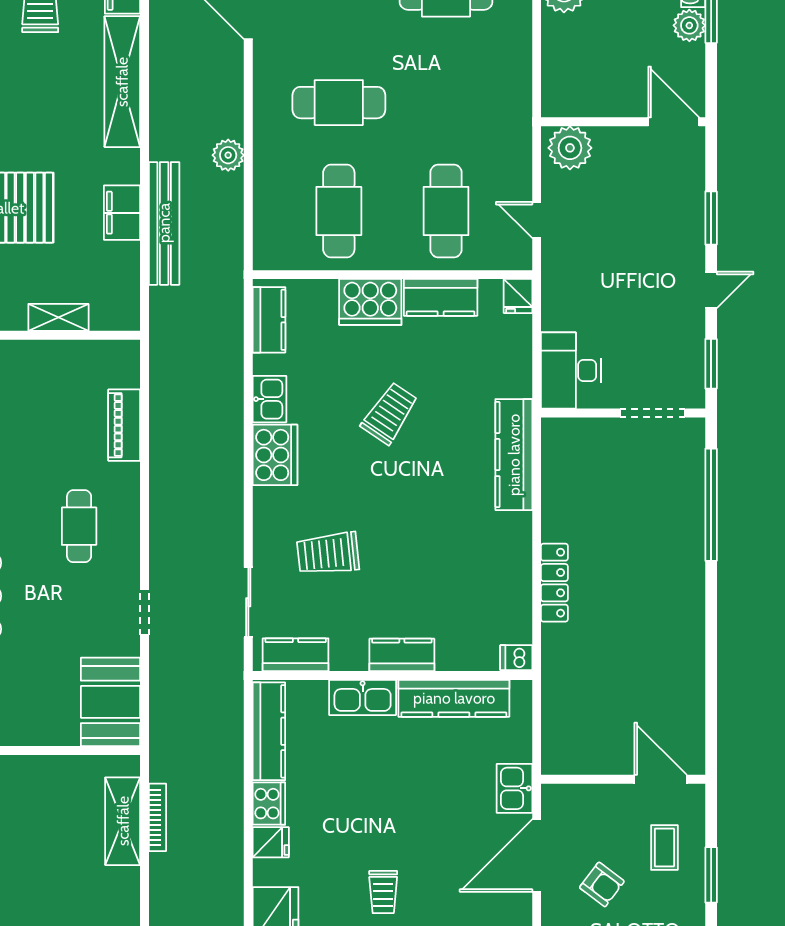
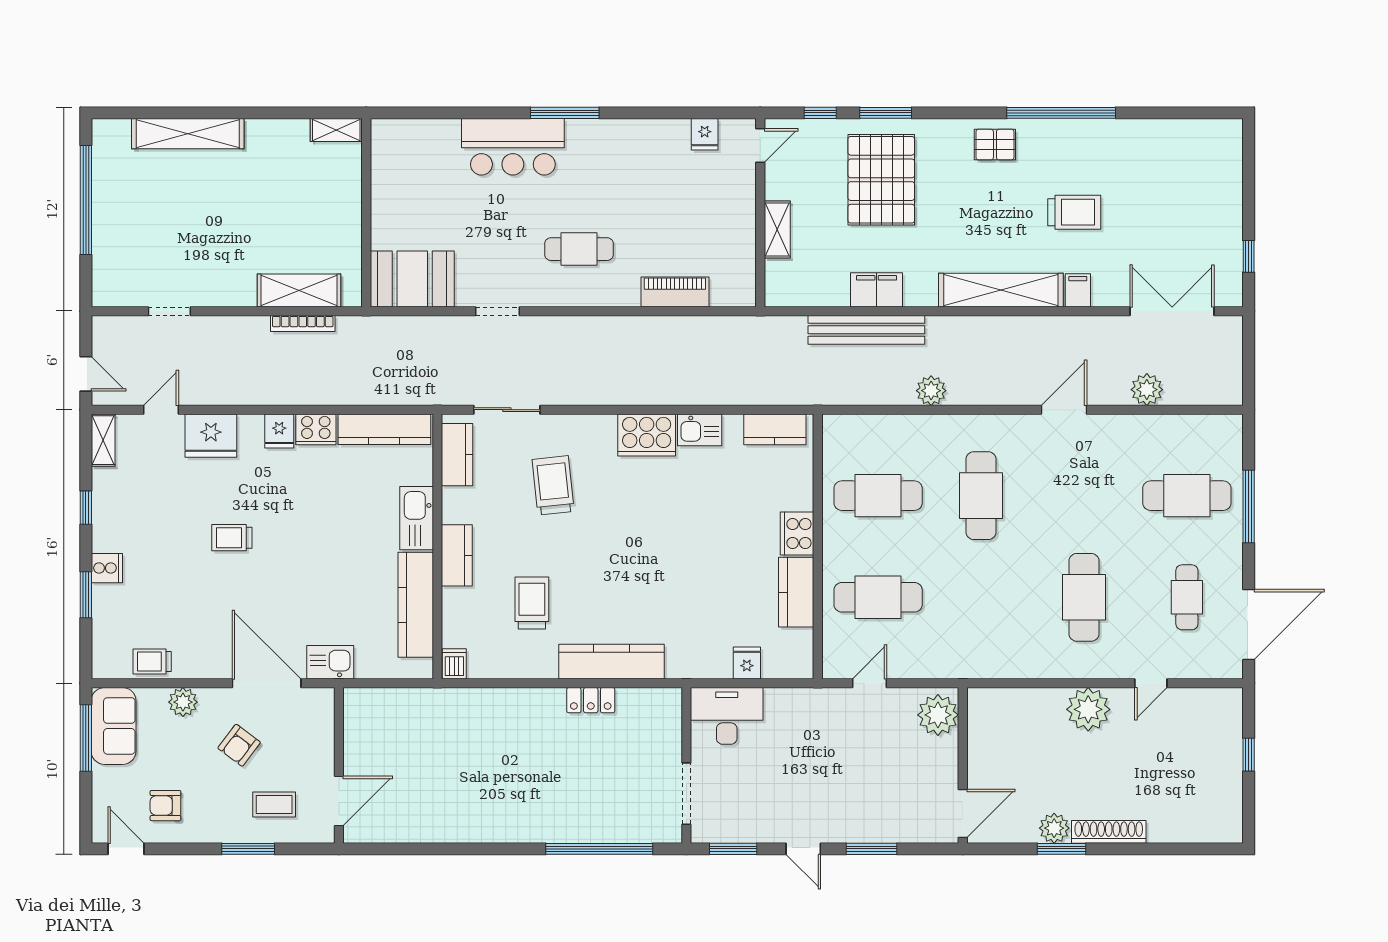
fridge: (518, 296) -> (747, 663), moved, turned 90
cooker: (370, 302) -> (797, 534), width x0.73, depth x0.76
trolley: (390, 413) -> (532, 603), moved, turned -124
kitchen counter: (514, 455) -> (612, 662), moved
locker: (554, 583) -> (591, 700), moved, width x0.66

